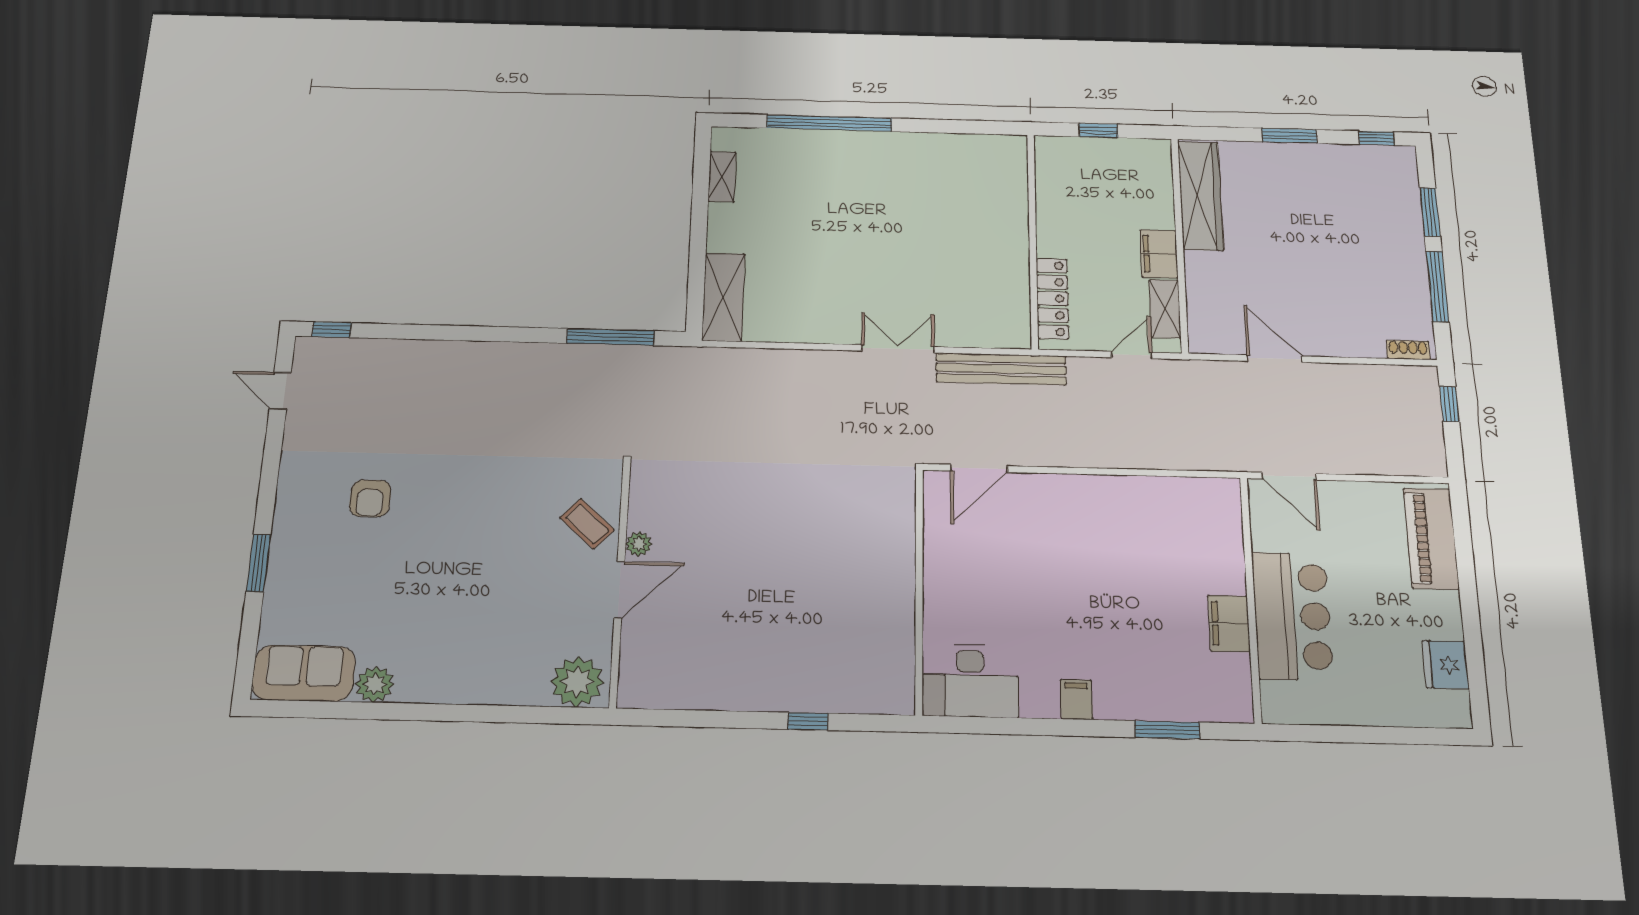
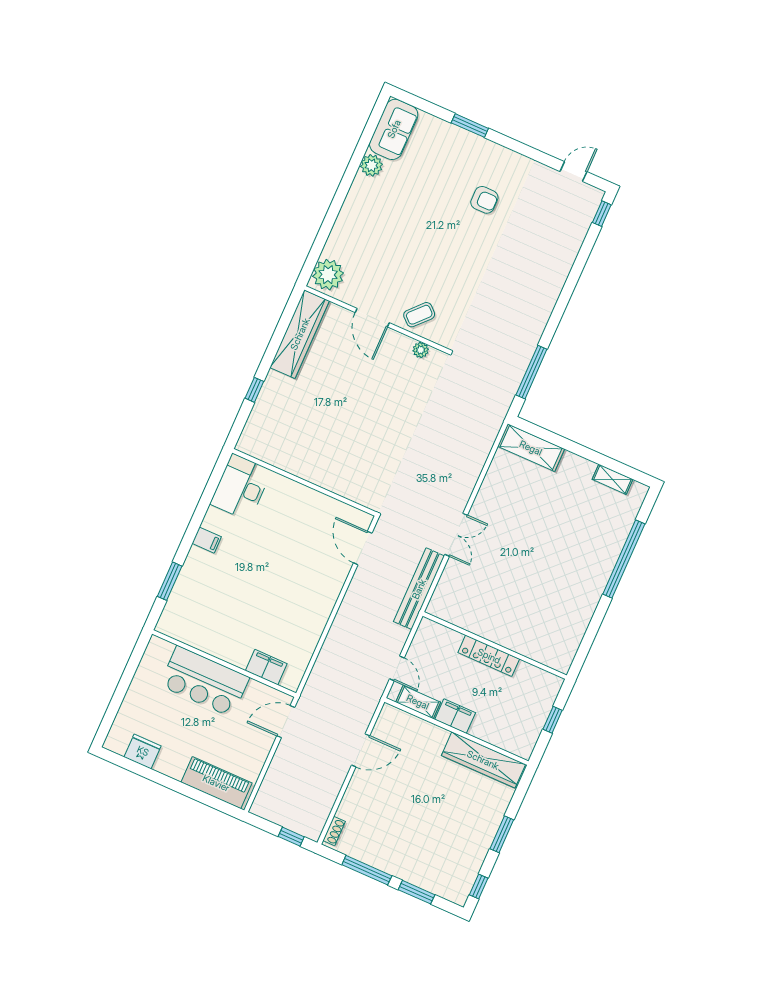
locker: (1052, 299) -> (489, 656), moved
armchair: (370, 498) -> (484, 200), turned 180
plant: (639, 544) -> (421, 350), moved
filing cabinet: (1229, 624) -> (266, 667), moved
wardrobe: (690, 688) -> (300, 334), added

